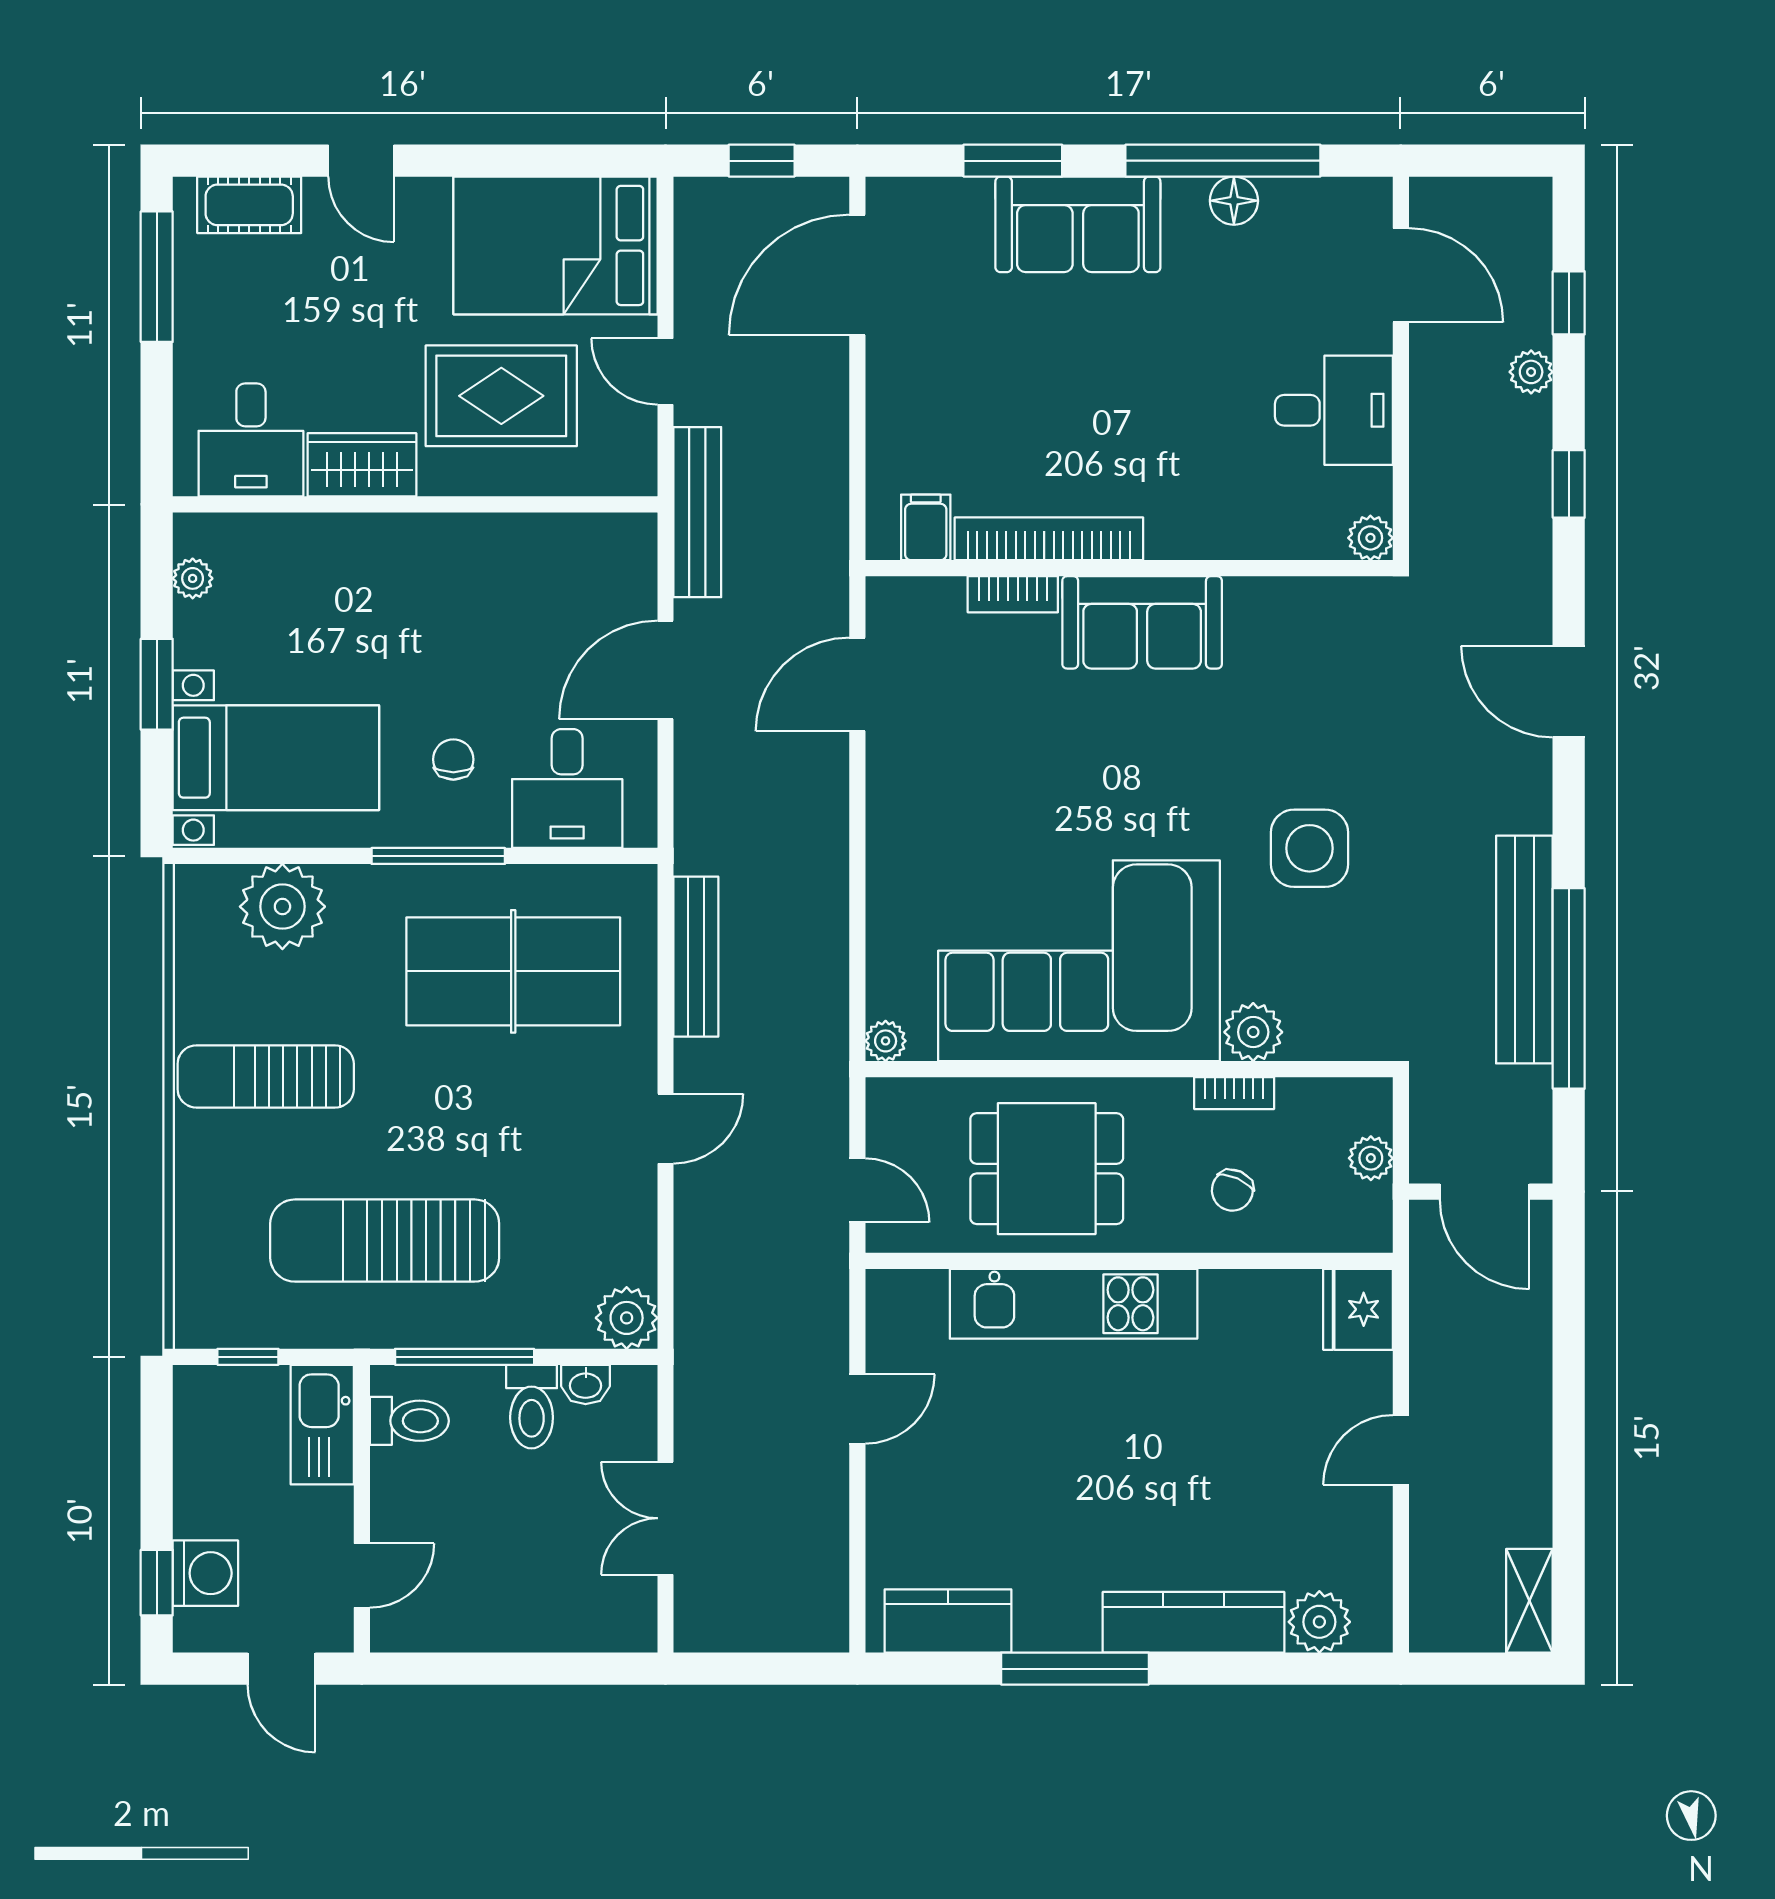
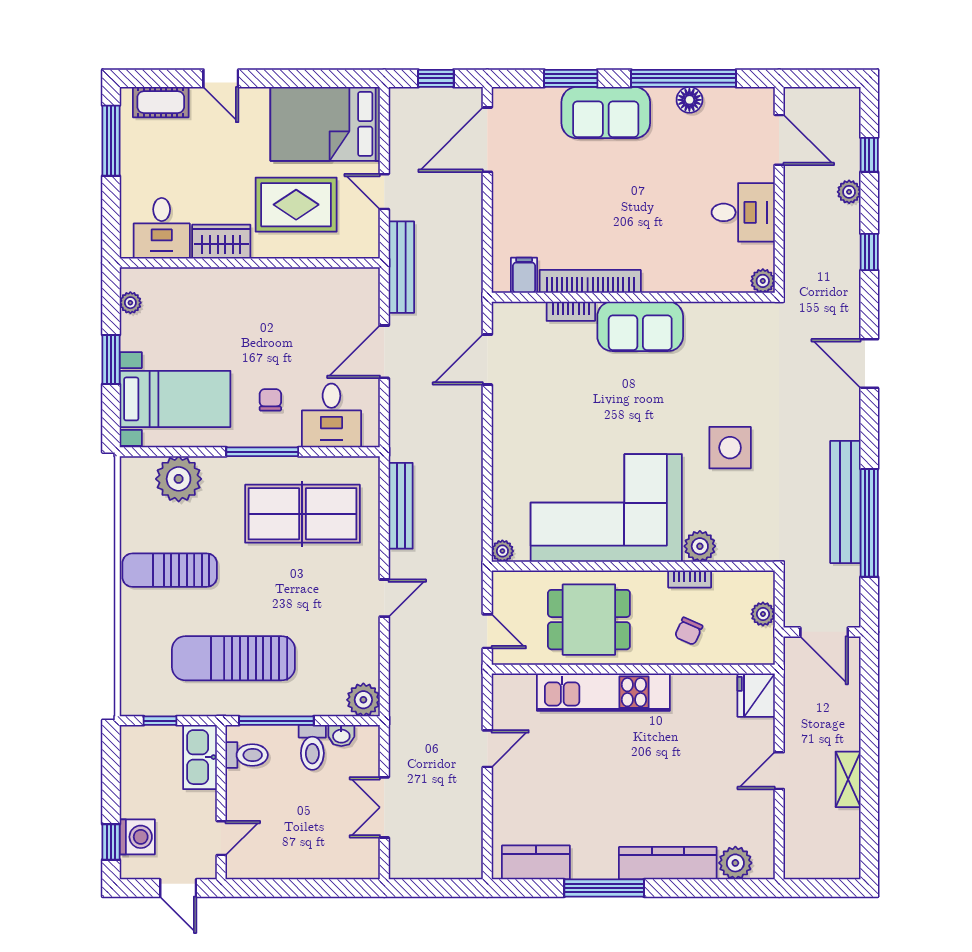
shelving: (1529, 1601) -> (848, 779), moved

